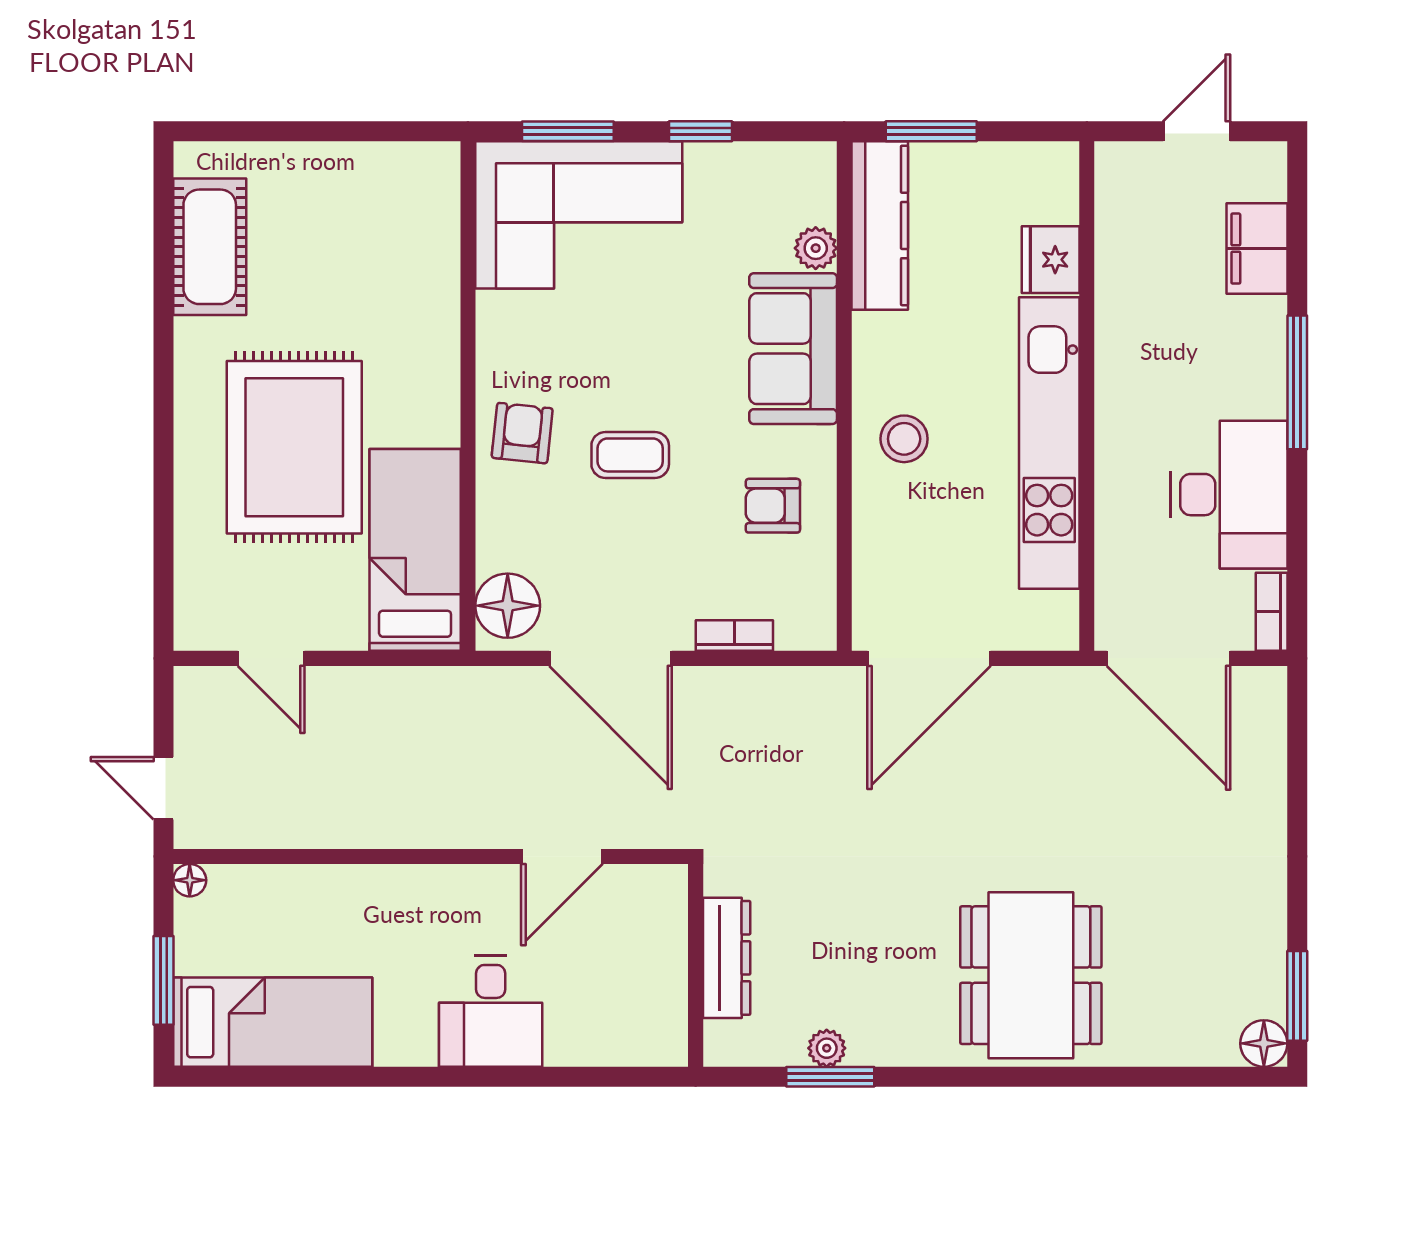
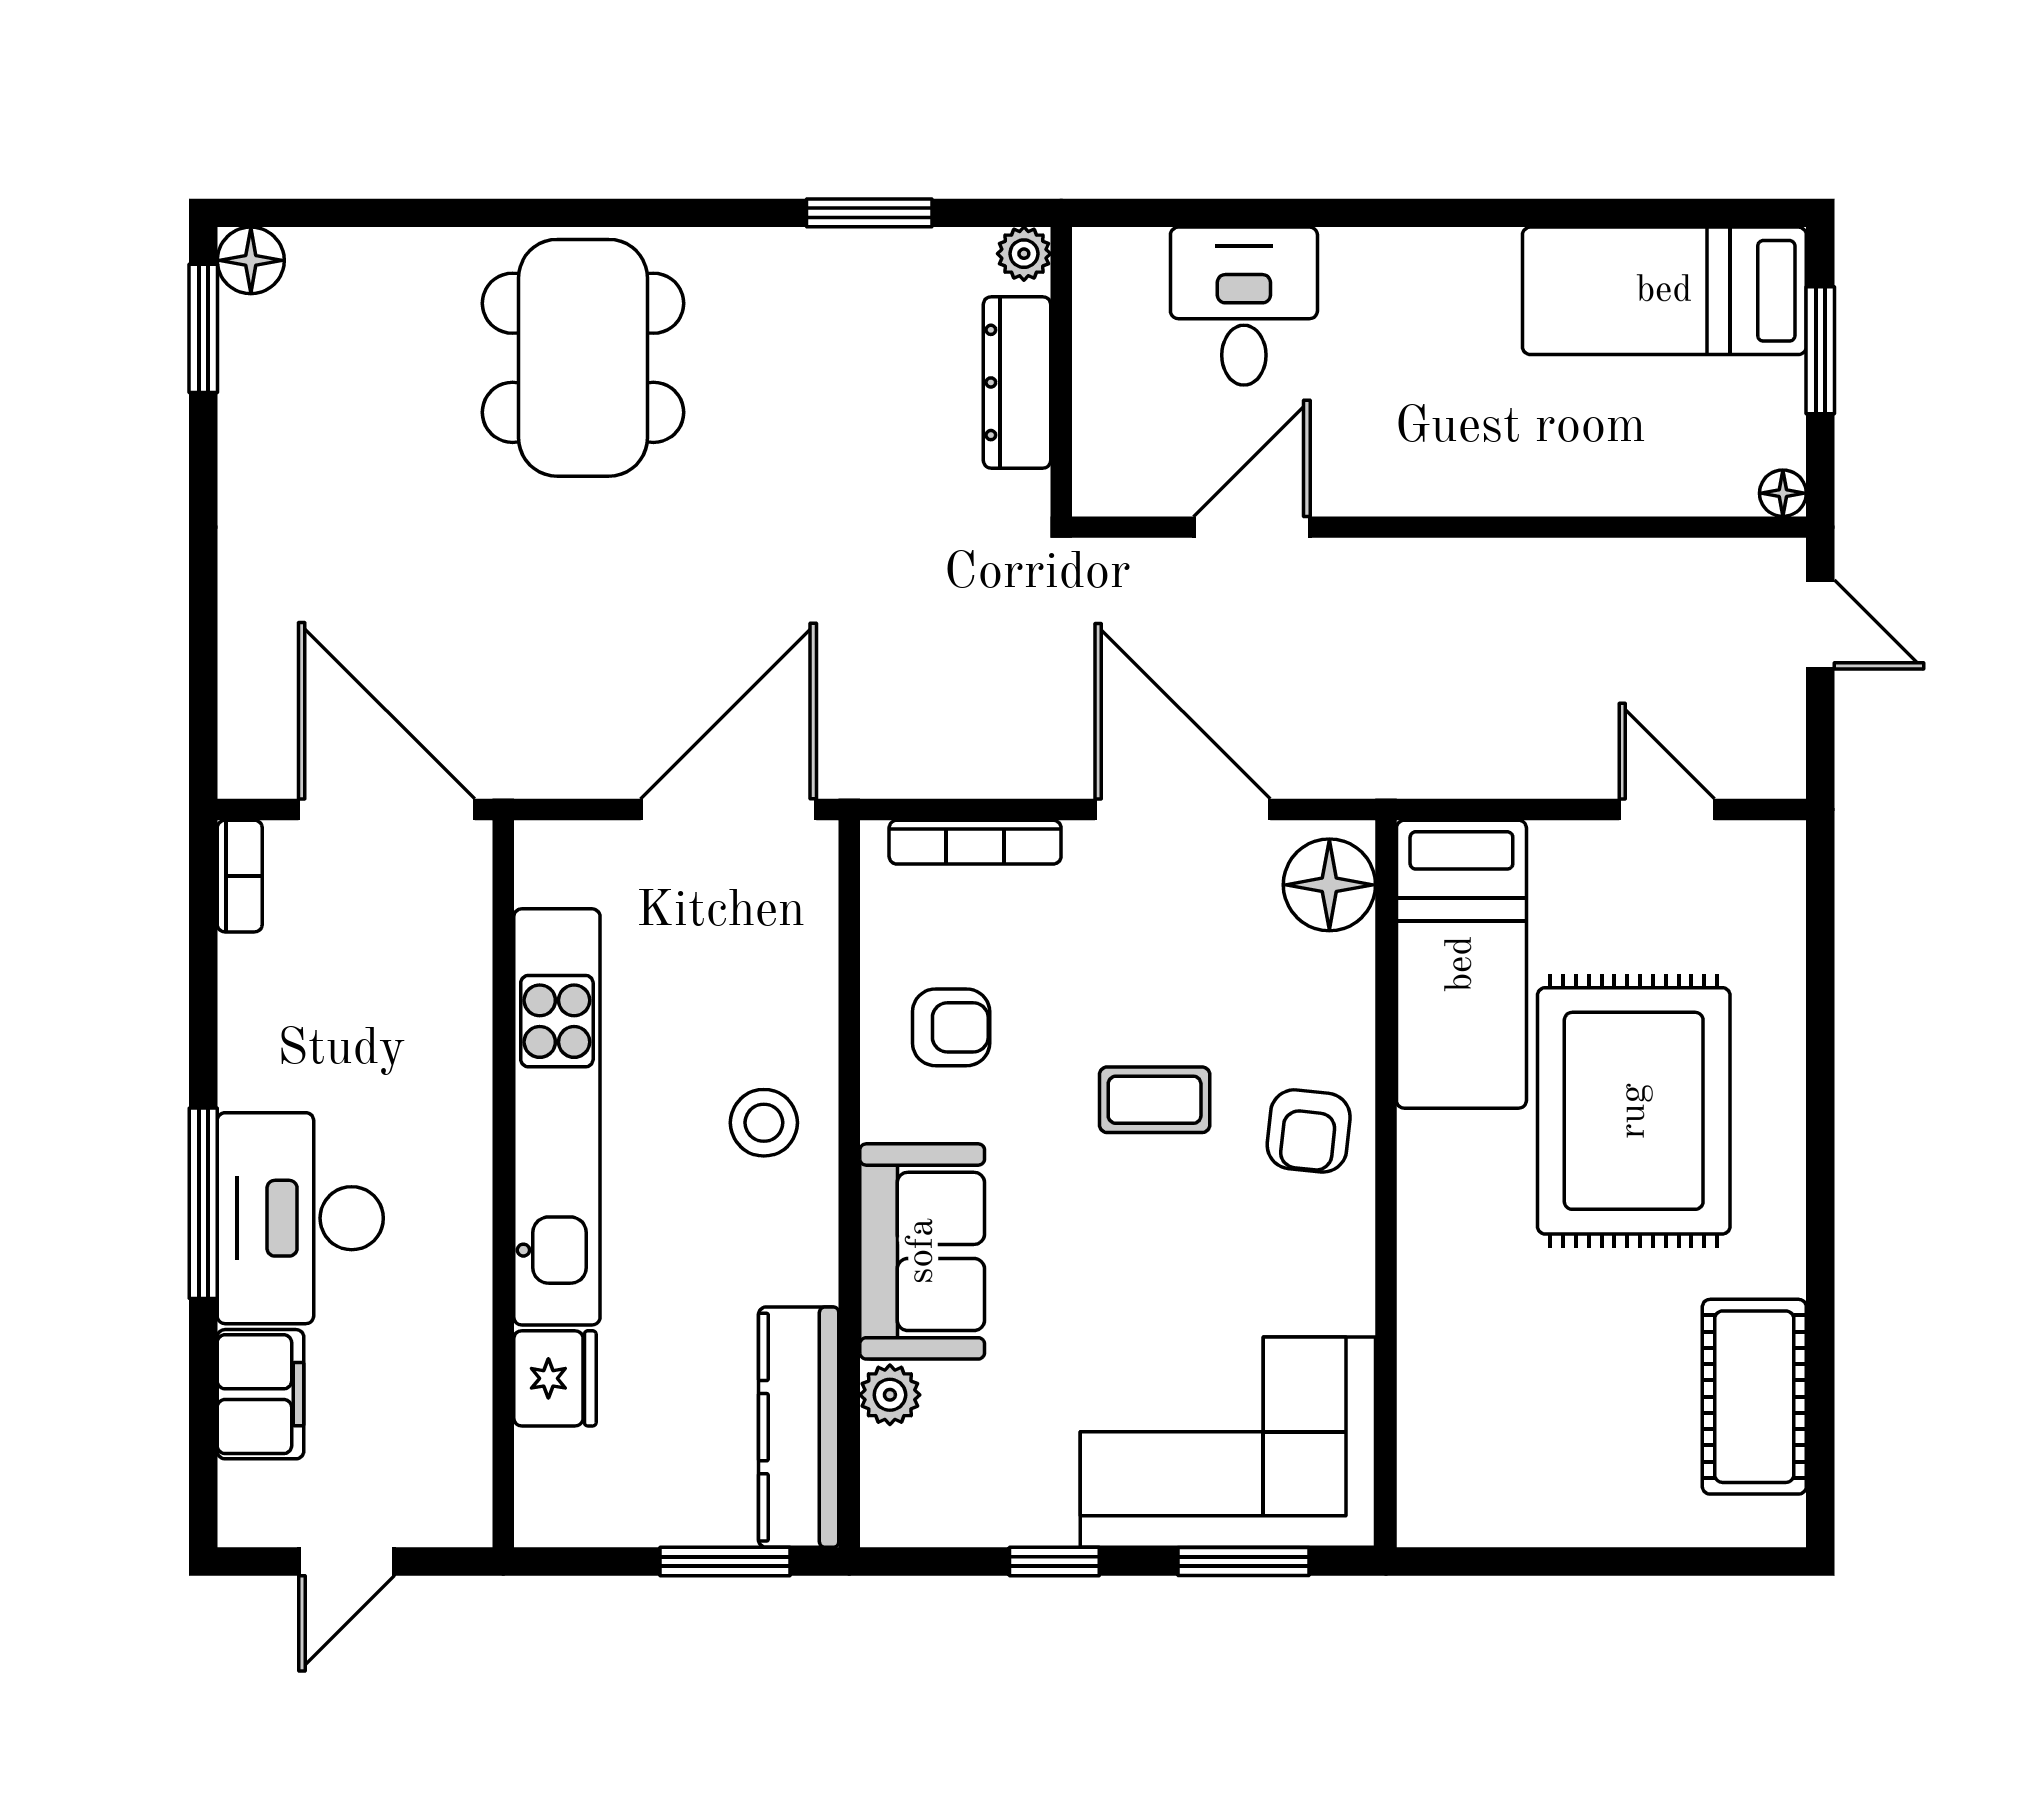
desk: (1229, 495) -> (300, 1218), moved
bookcase: (734, 636) -> (975, 842), width x1.56
desk: (491, 1011) -> (1244, 306), moved
plant: (827, 1048) -> (1024, 254), moved

